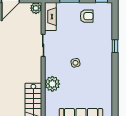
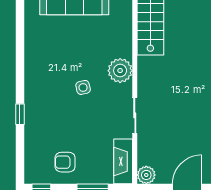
plant: (52, 84) -> (120, 71), moved

